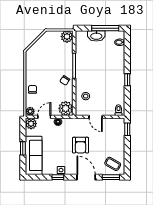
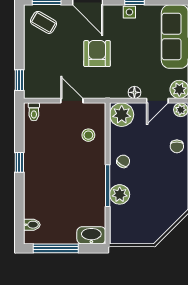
washbasin: (96, 36) -> (91, 235), moved
plant: (67, 37) -> (120, 194), moved

